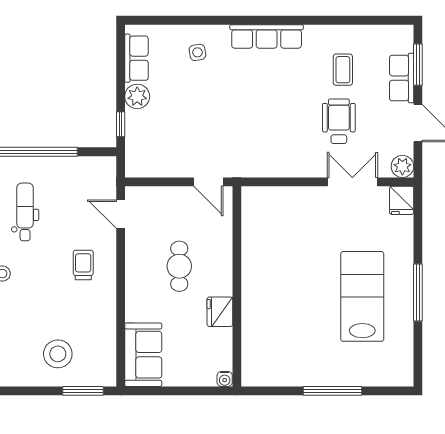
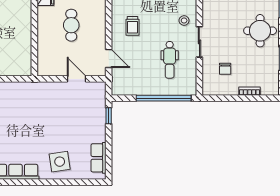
side table: (197, 52) -> (60, 162), width x1.87, depth x1.87
plant: (137, 96) -> (98, 133), removed
door: (208, 182) -> (77, 79), moved

